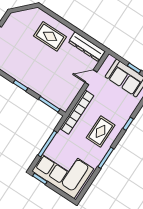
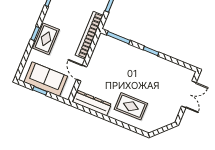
door: (91, 77) -> (82, 73), swing flipped
rug: (101, 131) -> (46, 39), moved

